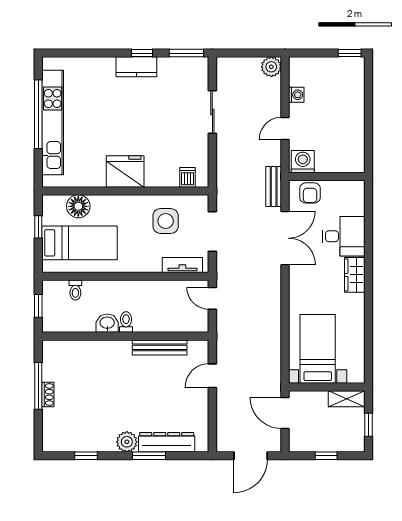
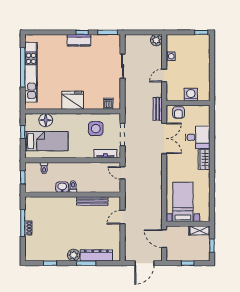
washing machine: (303, 162) -> (191, 95), moved

